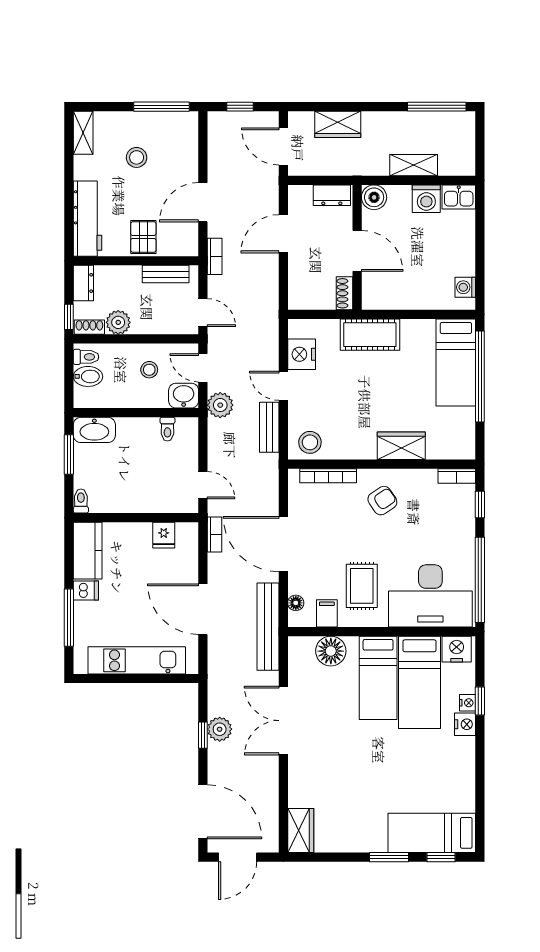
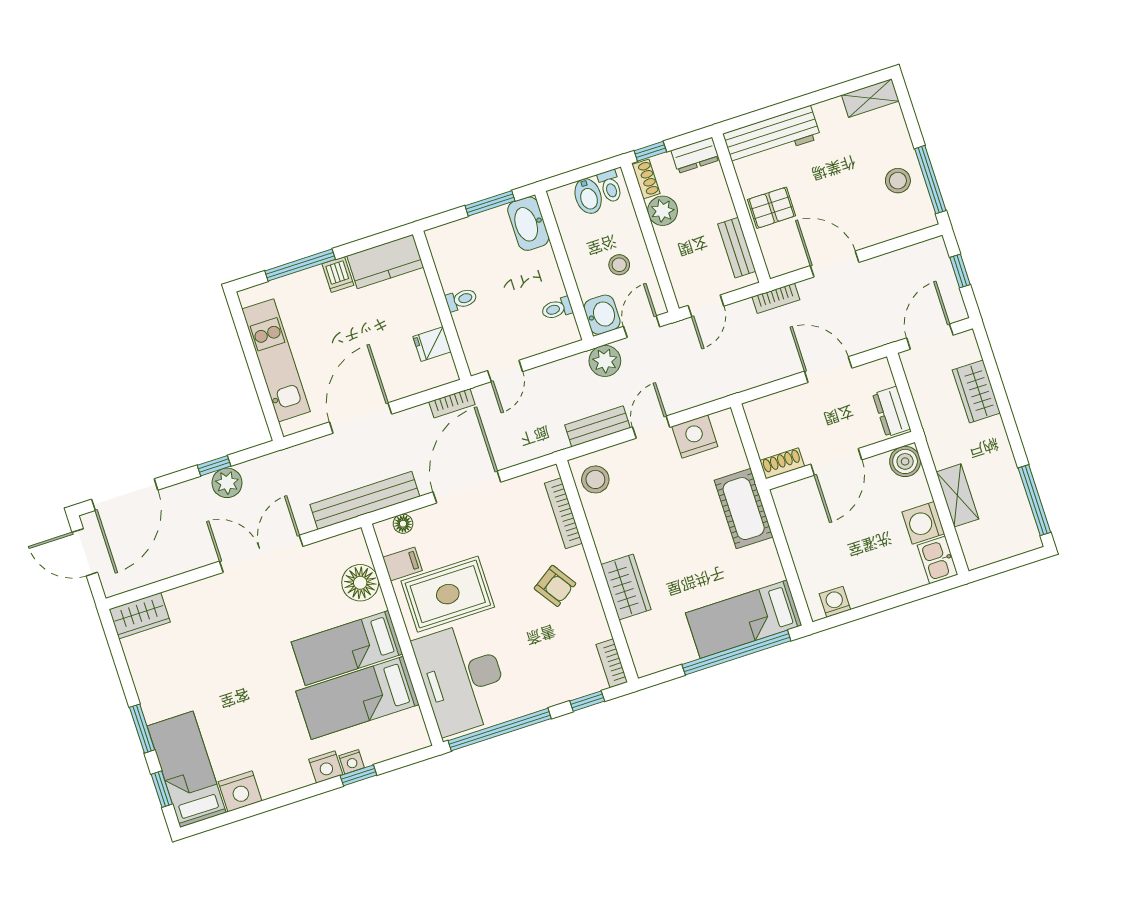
stool: (137, 157) -> (898, 181), moved
toilet: (81, 501) -> (461, 299), moved
rug: (362, 586) -> (448, 594), width x1.36, depth x1.43
nightstand: (457, 649) -> (240, 791), moved, turned 90

